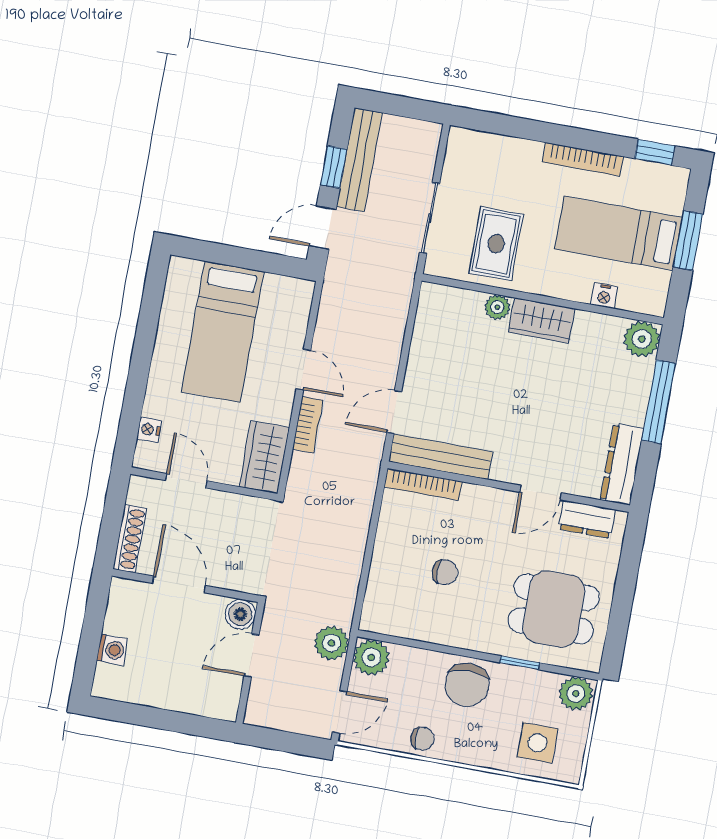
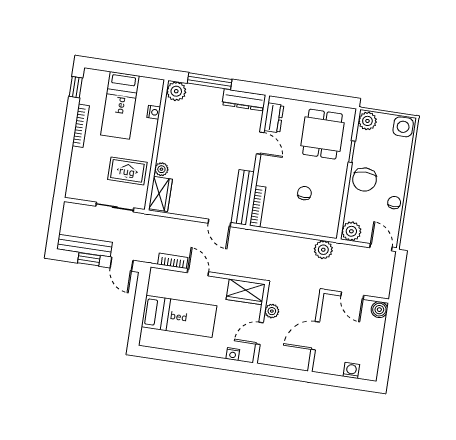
window: (688, 240) -> (123, 68), removed
wardrobe: (542, 320) -> (160, 194), moved
door: (303, 369) -> (198, 272), hinge flipped
bookcase: (308, 425) -> (173, 261), moved
plant: (227, 505) -> (272, 311), added
shoe rack: (130, 539) -> (292, 363), removed
boiler: (240, 614) -> (379, 310), moved
plant: (331, 643) -> (323, 250), moved
chair: (467, 685) -> (365, 180), turned 90
side table: (537, 743) -> (403, 127), moved

